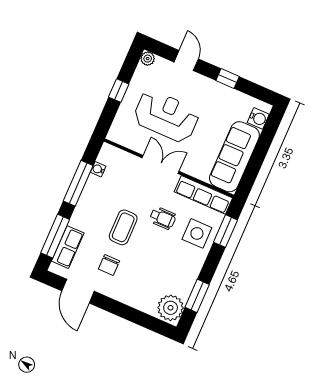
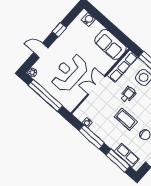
window: (119, 91) -> (45, 95), width x3.17
sofa: (234, 157) -> (110, 45), width x0.73

